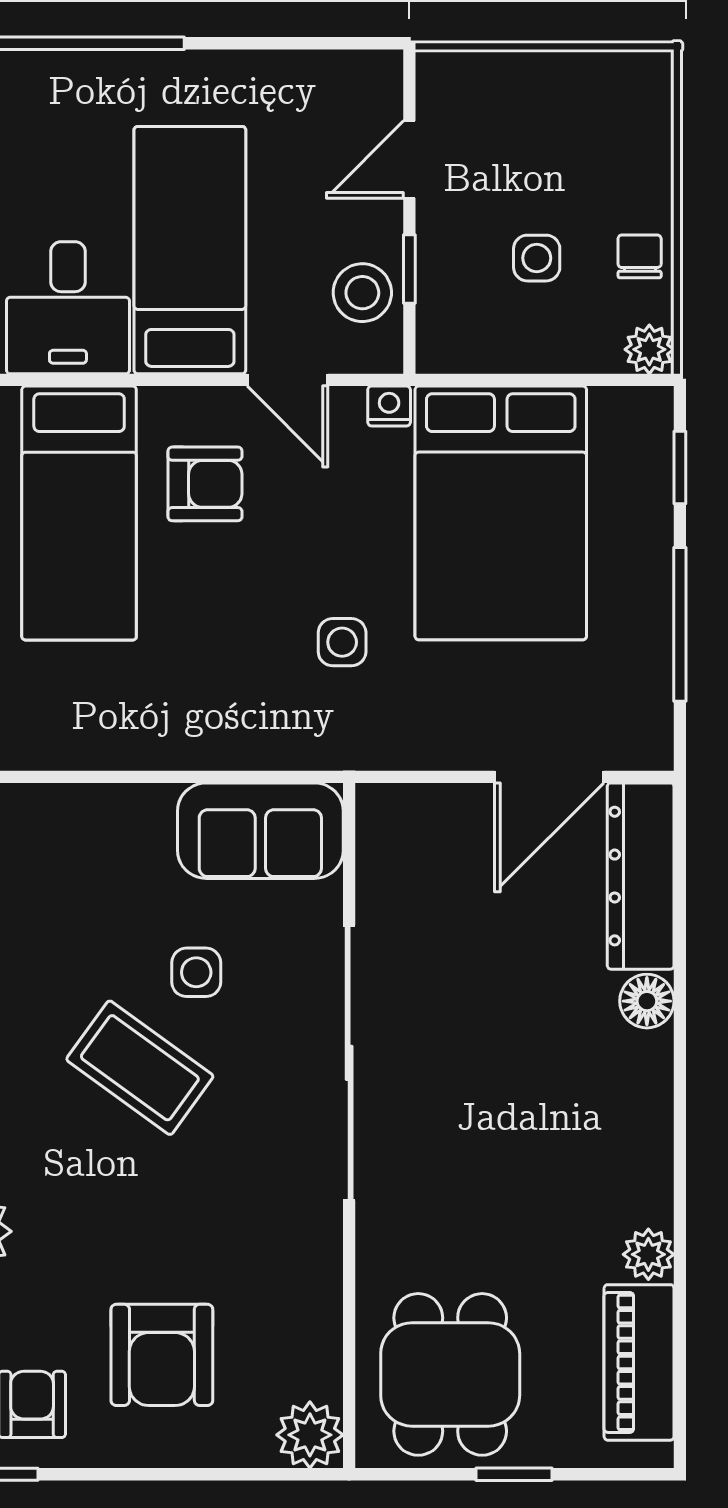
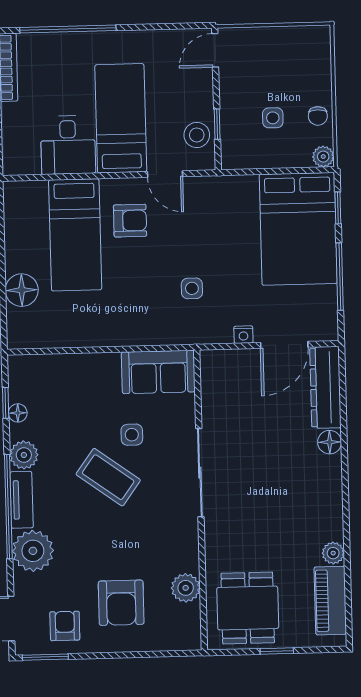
door: (409, 160) -> (215, 50), moved
chair: (640, 256) -> (318, 116), turned 180
nightstand: (389, 406) -> (243, 335), moved, turned 180
bed: (501, 513) -> (298, 229), moved
sliding door: (349, 1063) -> (200, 473), width x0.73
plant: (310, 1435) -> (186, 588), moved

